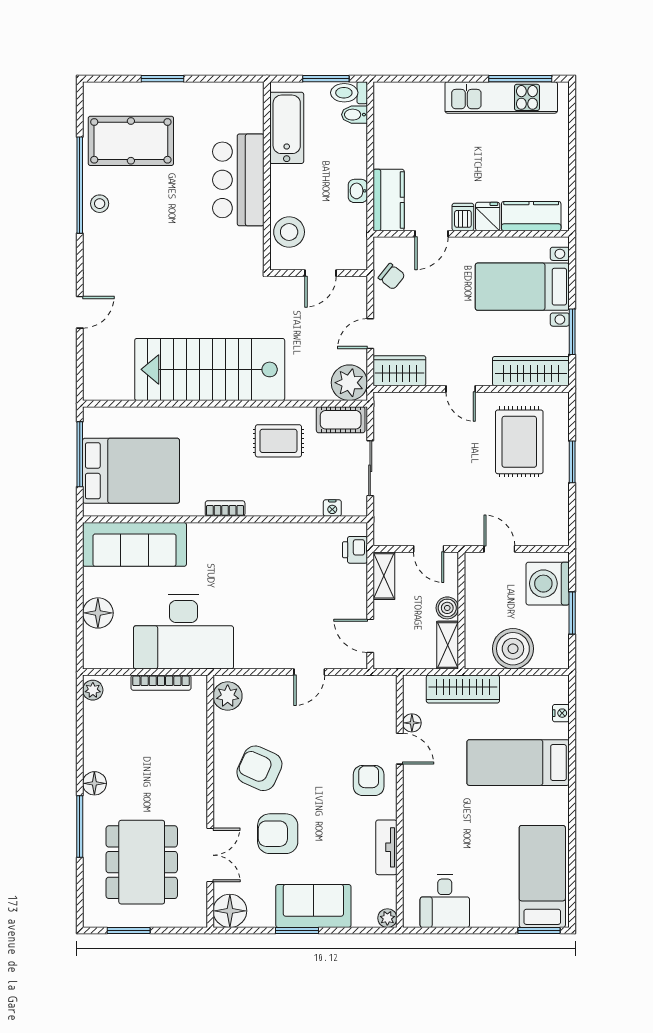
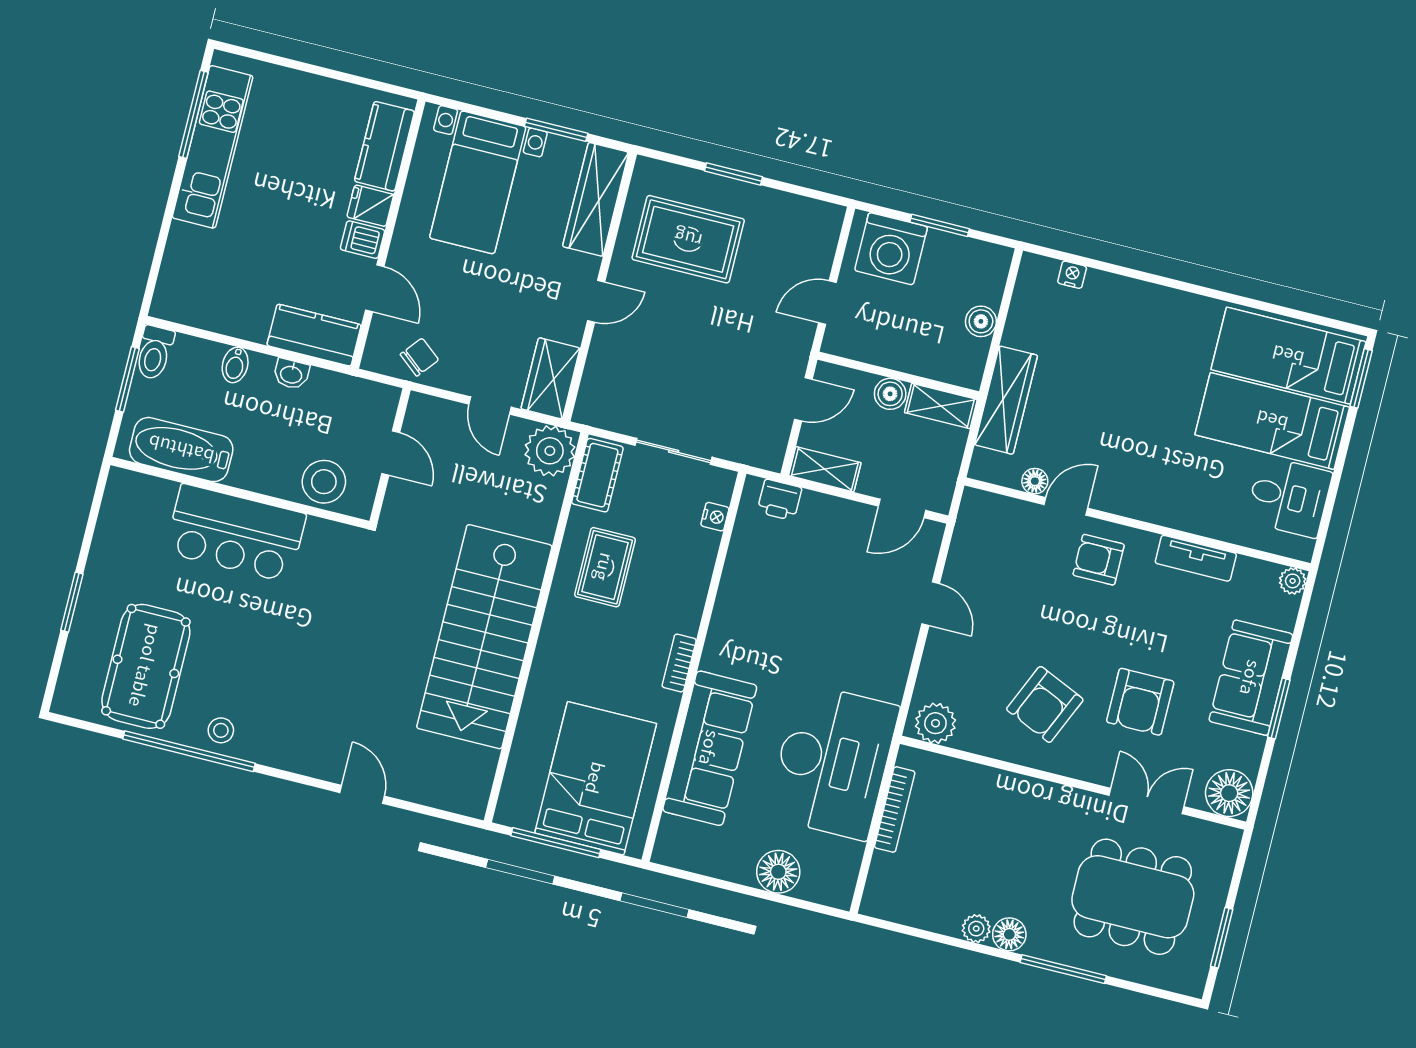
bidet: (354, 115) -> (235, 365), moved
sofa: (135, 544) -> (710, 748), moved
boiler: (513, 649) -> (981, 321), width x0.54, depth x0.54
plant: (93, 690) -> (976, 929), moved
bed: (518, 763) -> (1272, 421), moved, turned 90

